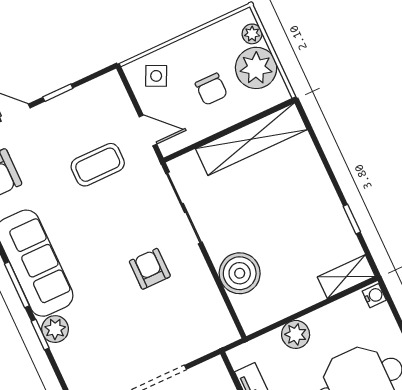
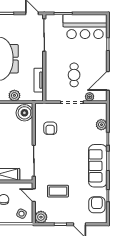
plant: (109, 89) -> (41, 217), added
armchair: (150, 269) -> (50, 128), moved
boiler: (240, 273) -> (24, 113), moved
plant: (55, 329) -> (101, 125), moved

